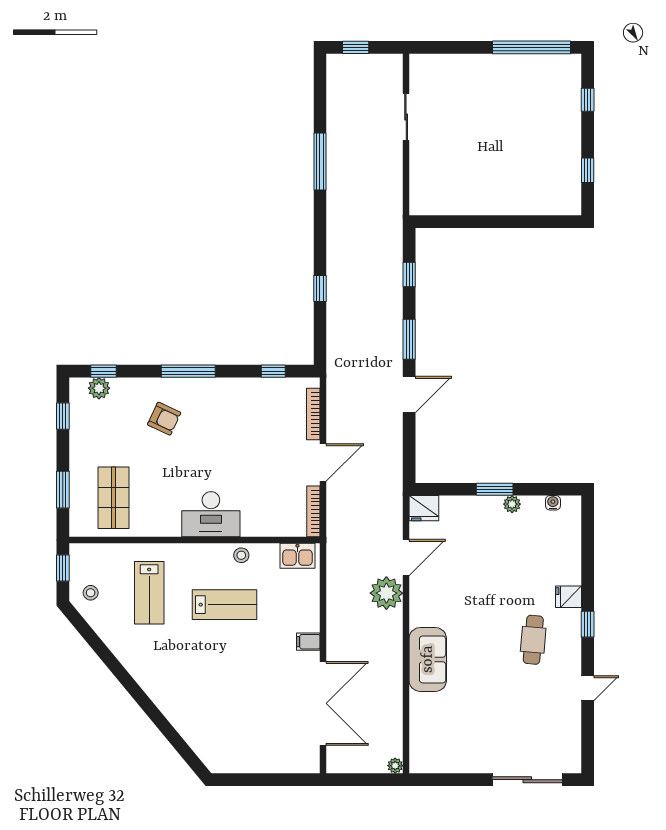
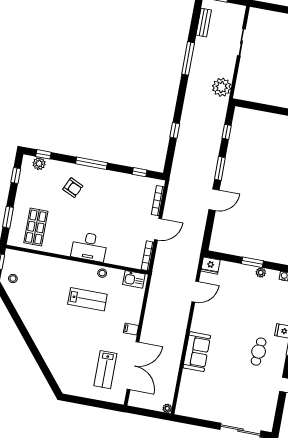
bench: (335, 95) -> (204, 23), added
lab bench: (149, 593) -> (105, 370), moved
plant: (386, 593) -> (222, 87), moved

